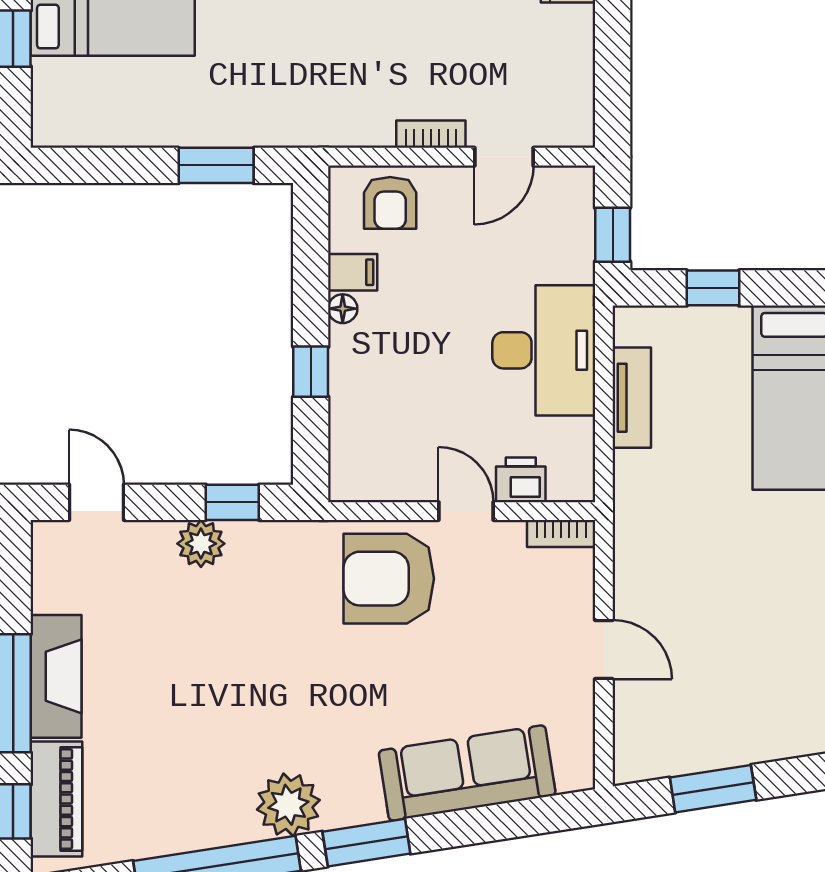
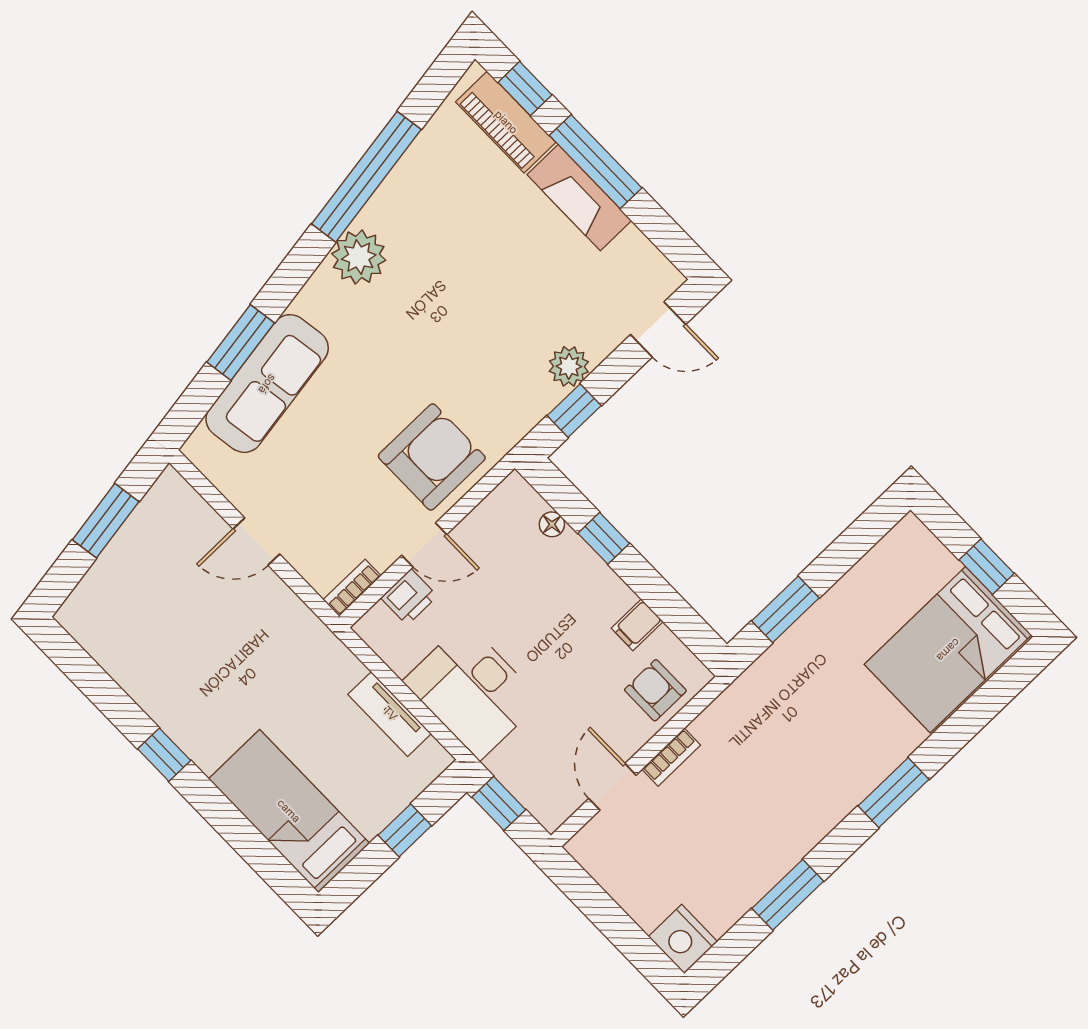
floor lamp: (343, 309) -> (552, 524), moved
window: (366, 843) -> (241, 342), moved

